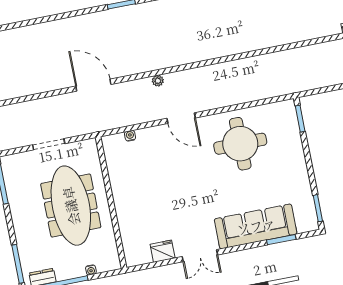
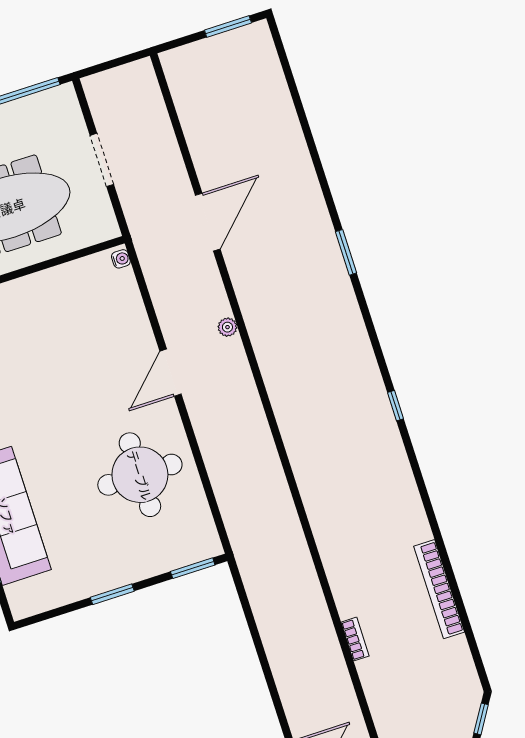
water cooler: (130, 136) -> (121, 259), moved
window: (318, 208) -> (112, 594), moved

